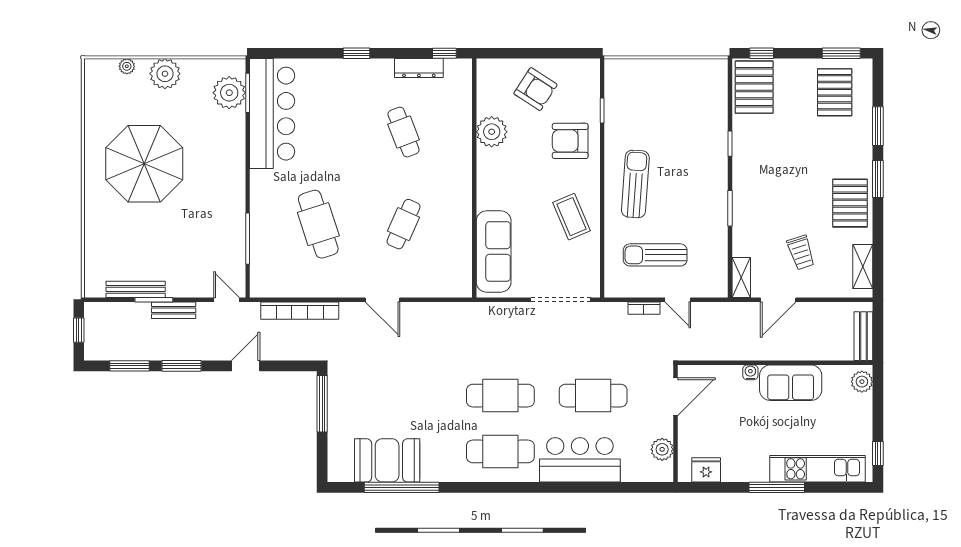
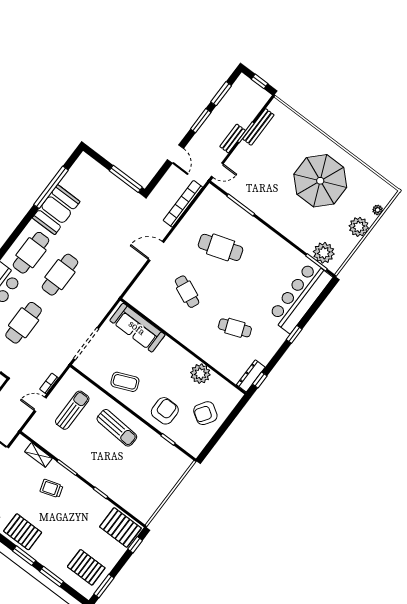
dresser: (419, 68) -> (251, 376), moved
bar counter: (272, 114) -> (300, 297), moved, turned 90
trolley: (801, 252) -> (51, 489), moved
shelving: (741, 278) -> (38, 455), moved
booth: (387, 460) -> (56, 210), moved

